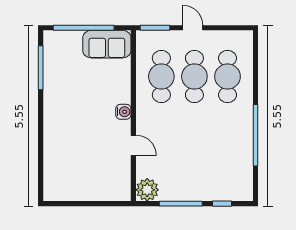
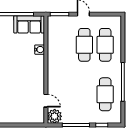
cafe table: (161, 76) -> (105, 94), moved
water cooler: (123, 112) -> (40, 50), moved
door: (133, 145) -> (46, 101), moved

